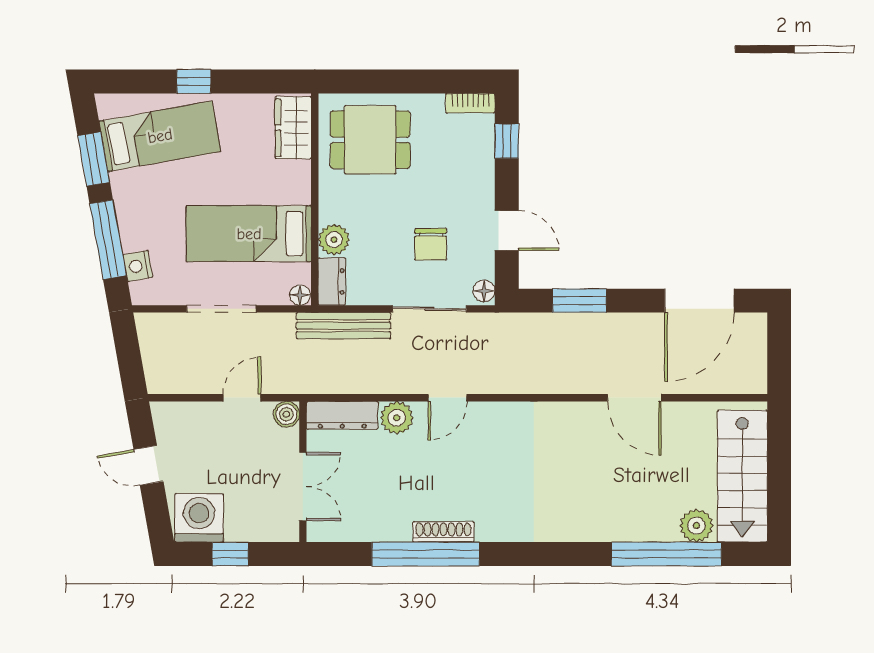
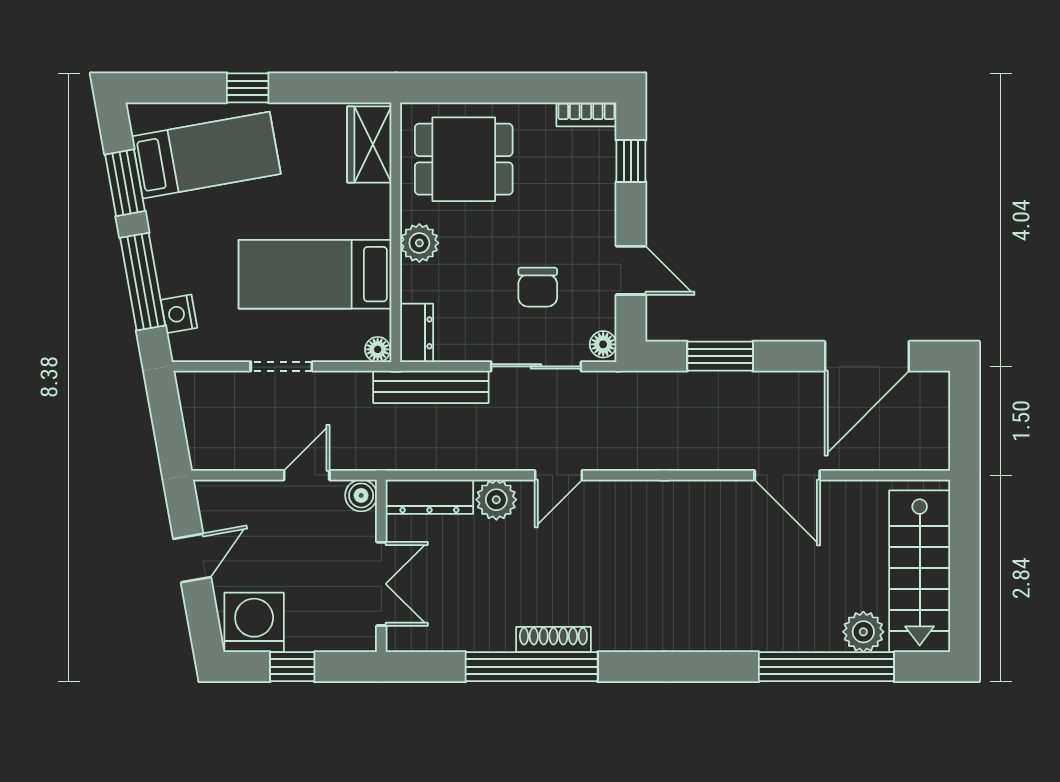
plant: (334, 240) -> (419, 243), moved
doorway: (221, 309) -> (281, 366), width x0.73
door: (148, 465) -> (192, 558), swing flipped

